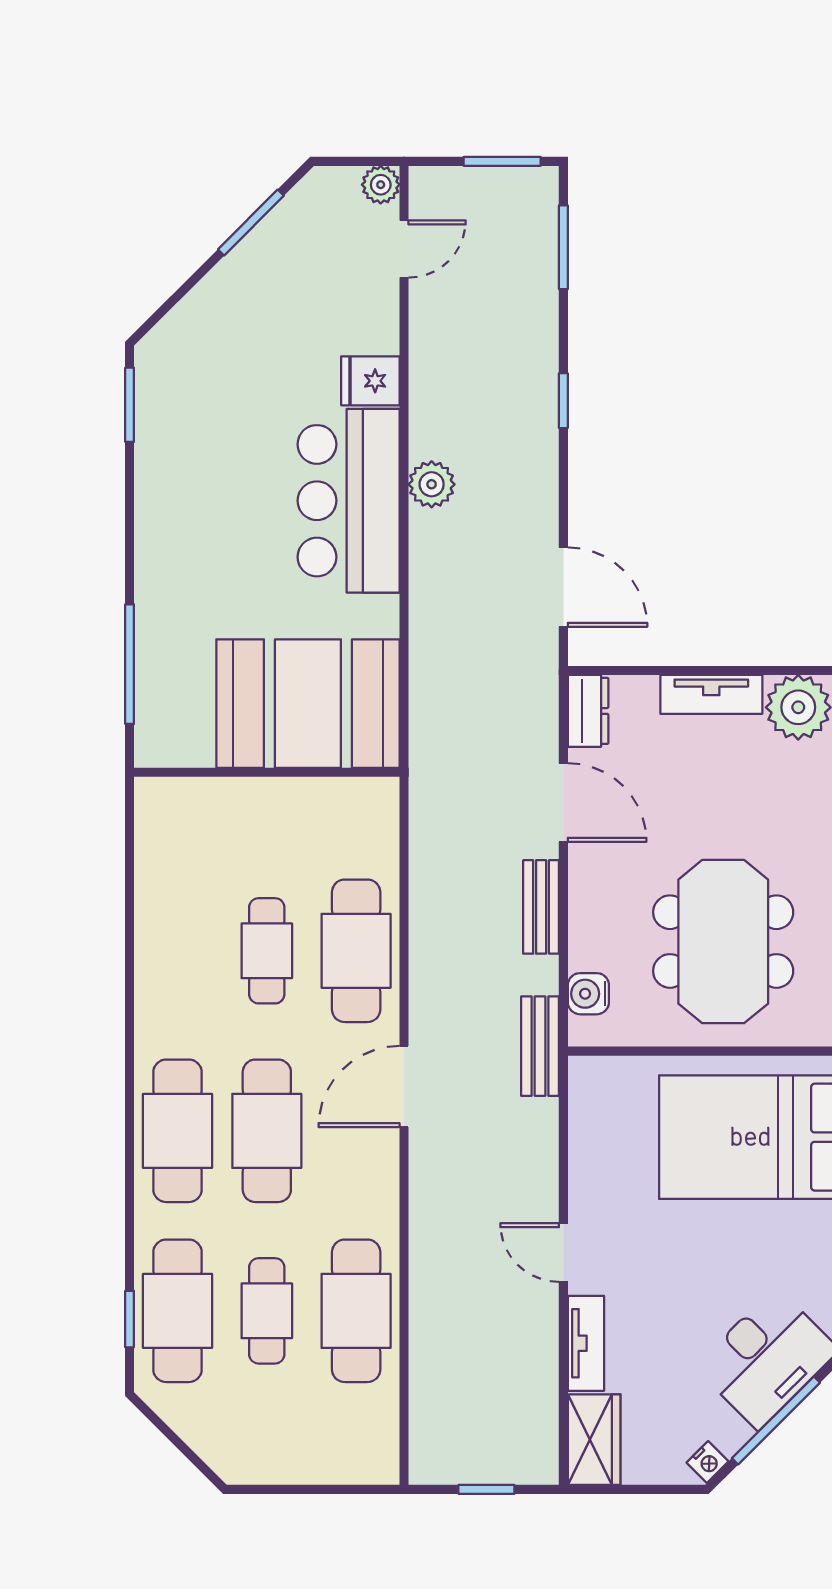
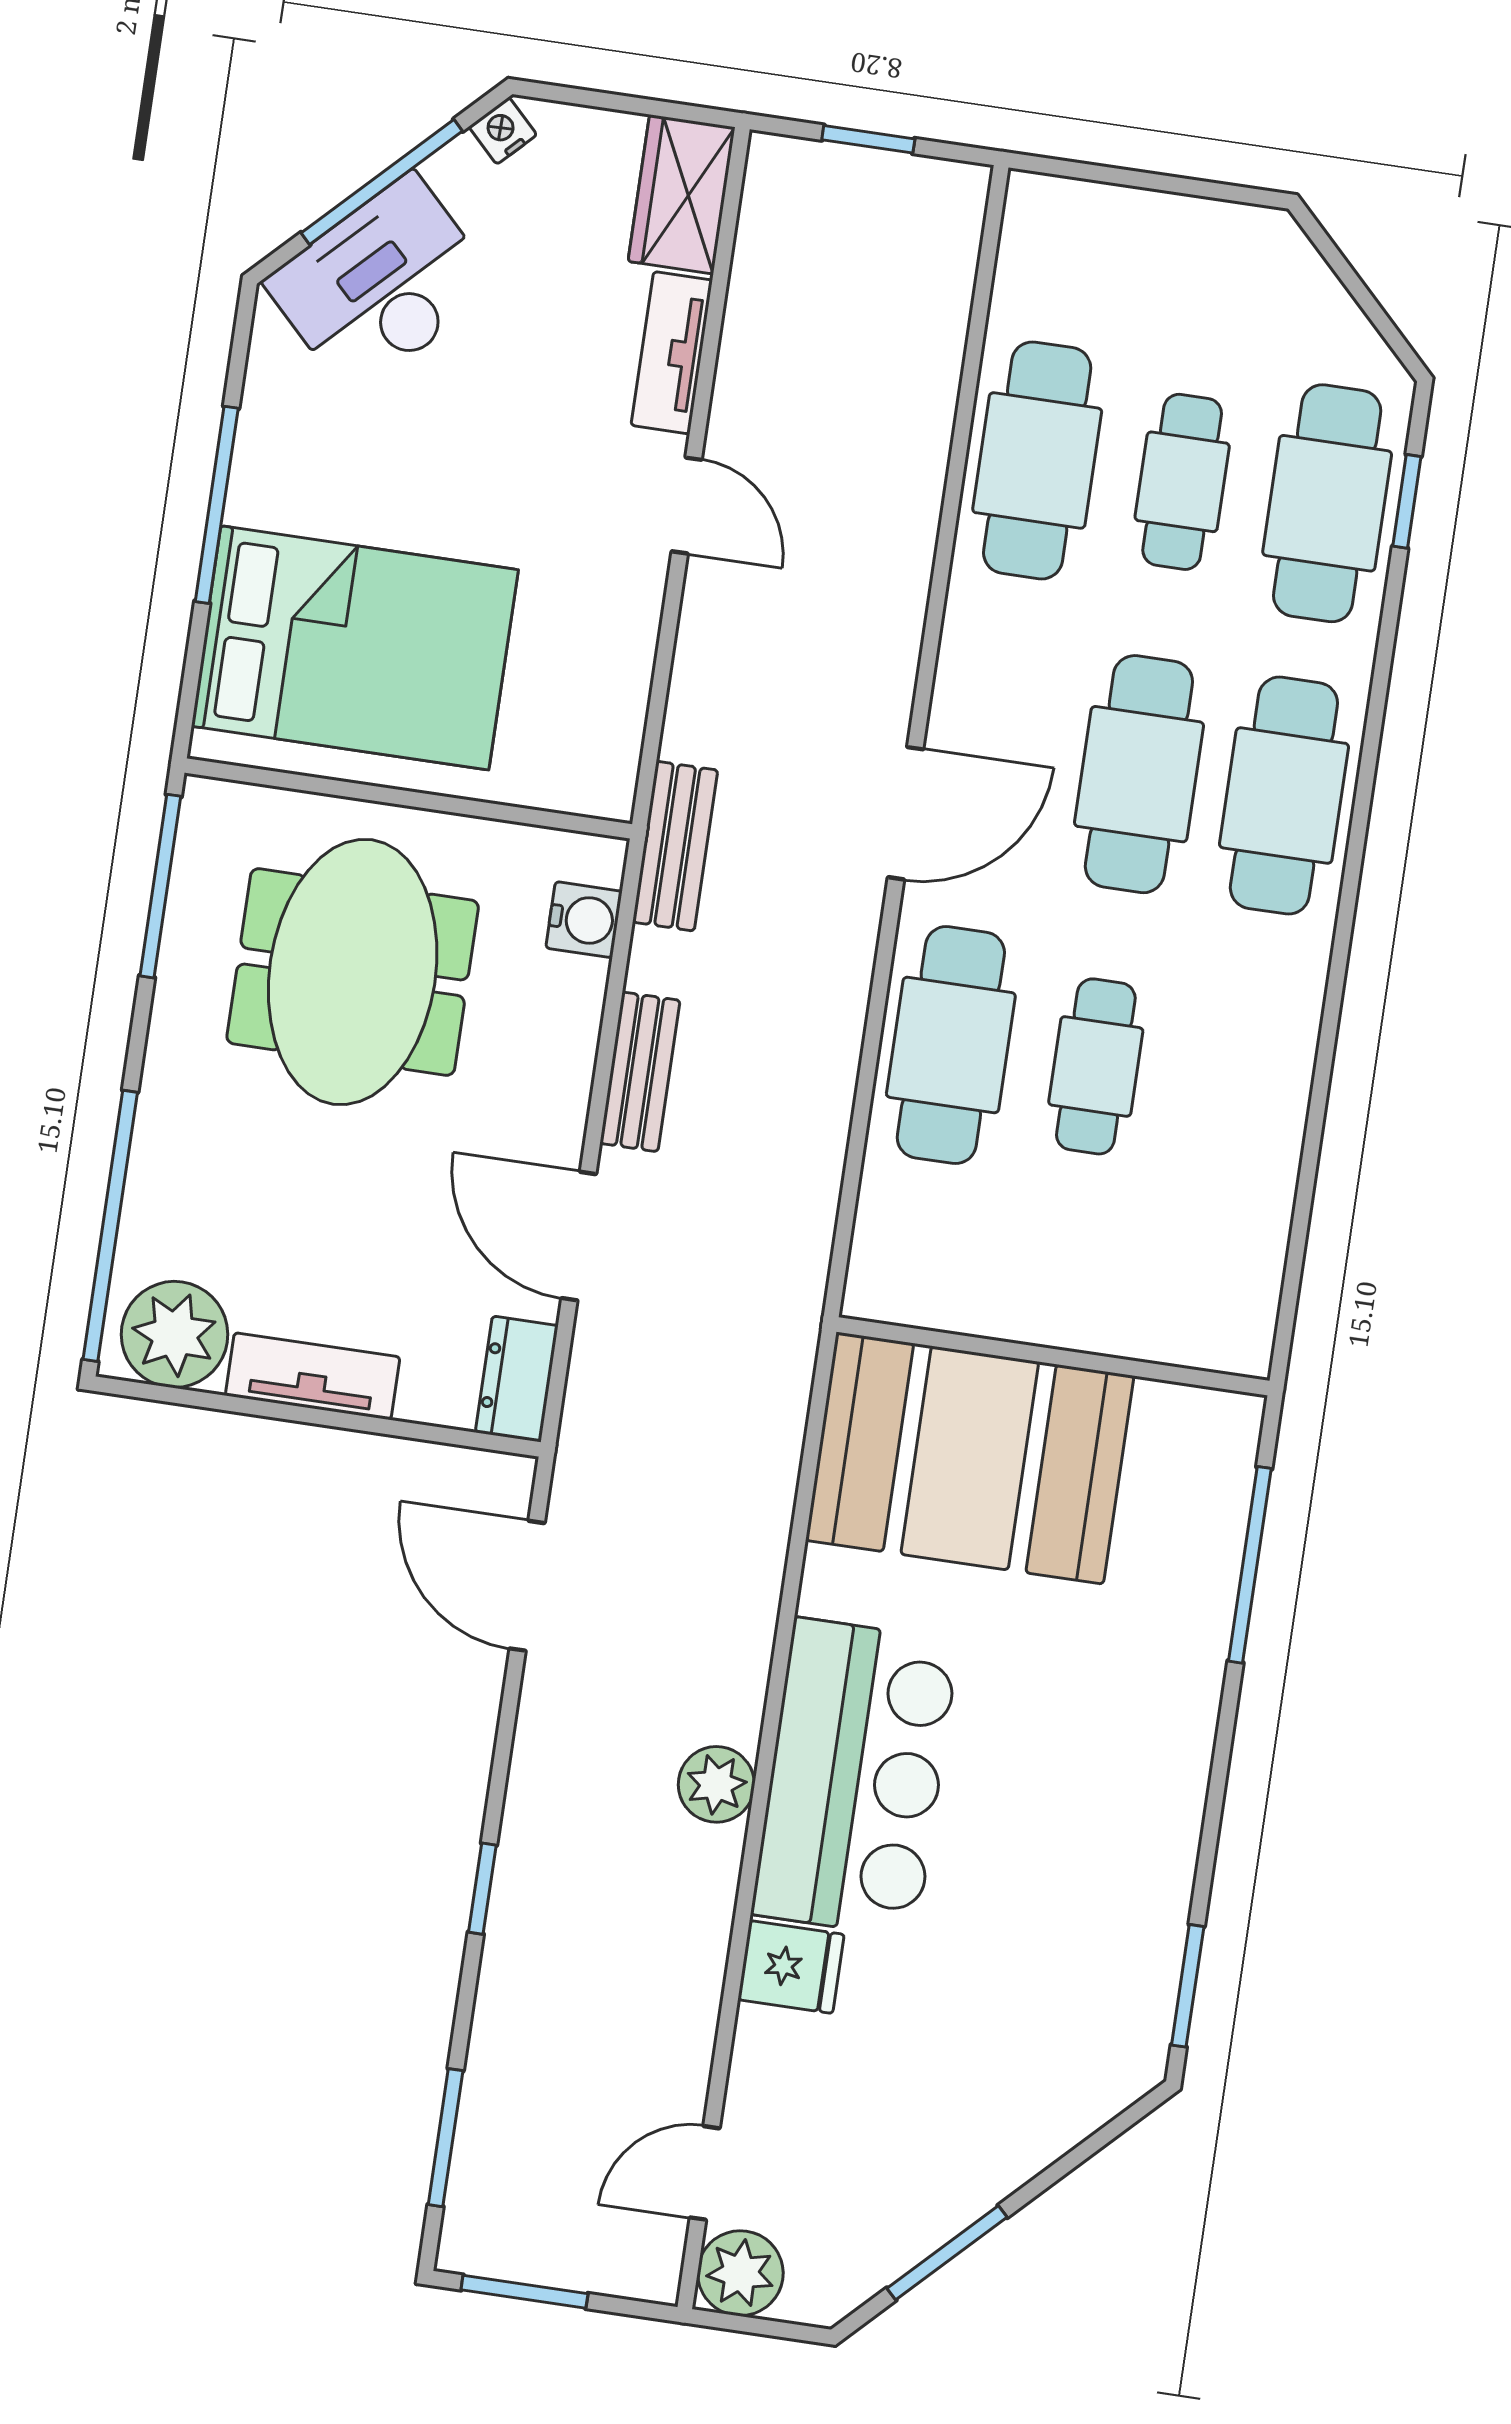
plant: (381, 185) -> (740, 2273), width x1.38, depth x1.38

